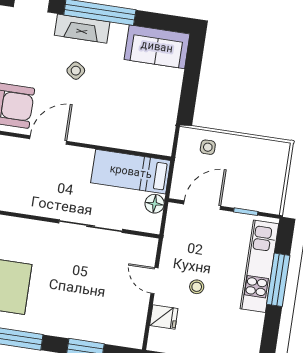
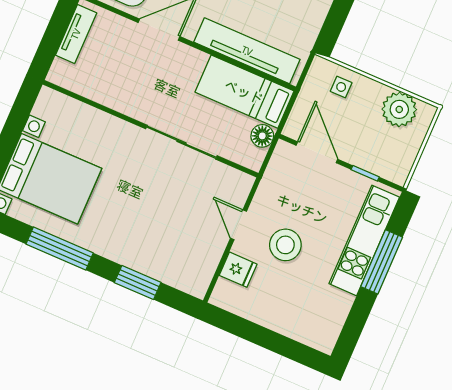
tv unit: (124, 138) -> (247, 51), added
plant: (260, 153) -> (399, 109), added
door: (202, 205) -> (317, 152), hinge flipped
stool: (197, 287) -> (285, 245), width x1.89, depth x1.89

